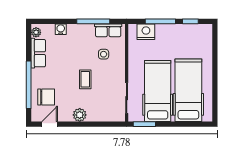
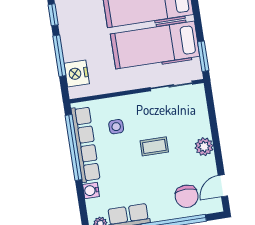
window: (93, 21) -> (74, 148), width x1.46
row of seats: (108, 30) -> (86, 144), width x2.02
chair: (46, 97) -> (187, 196), turned 180
door: (50, 124) -> (223, 186), hinge flipped

